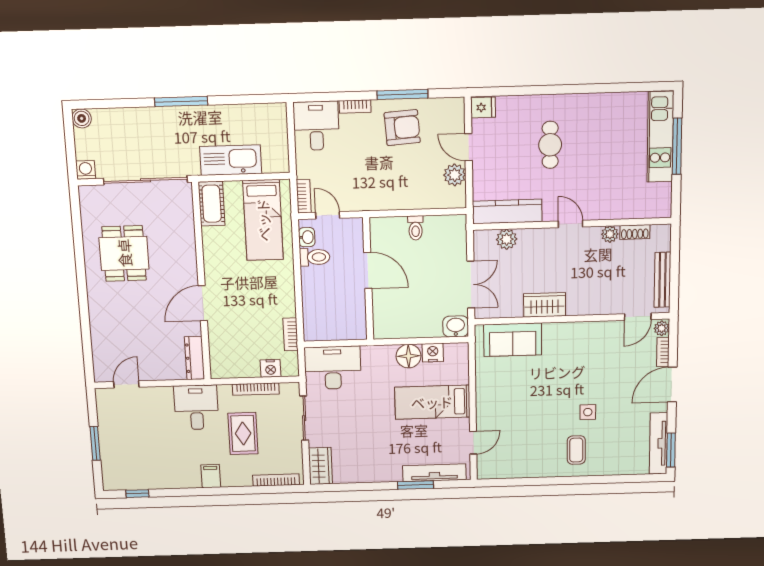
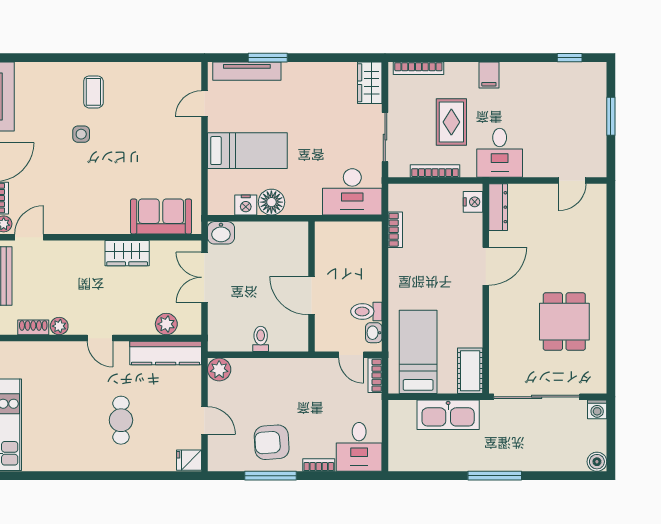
plant: (455, 175) -> (219, 370), moved
nightstand: (271, 368) -> (473, 202), moved, turned 90

